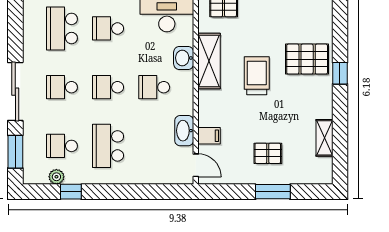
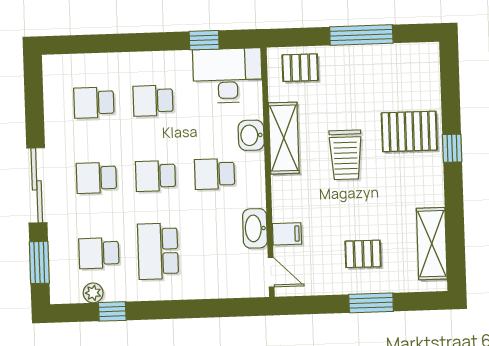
school desk: (62, 28) -> (94, 103), width x0.54
trolley: (257, 76) -> (346, 155), turned 180
shelving: (324, 138) -> (432, 244), width x1.50, depth x1.33

